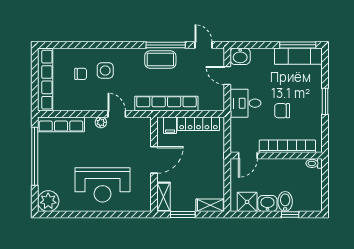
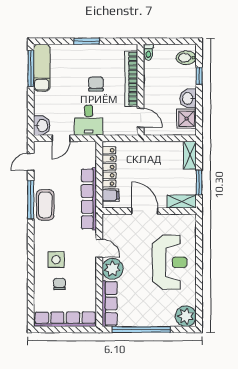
chair: (282, 111) -> (96, 84), turned 180
door: (117, 114) -> (99, 248), swing flipped
plant: (101, 122) -> (112, 269), width x1.87, depth x1.87
bidet: (285, 201) -> (186, 58), moved

